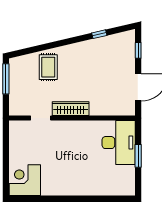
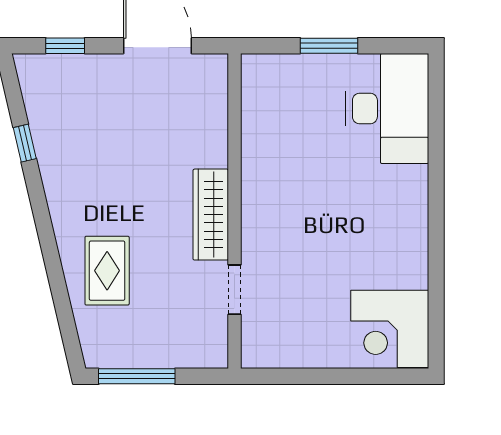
rug: (48, 67) -> (107, 271), turned 90
desk: (119, 143) -> (387, 108), moved, turned 90

